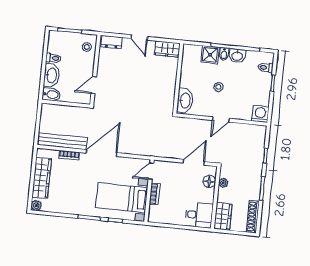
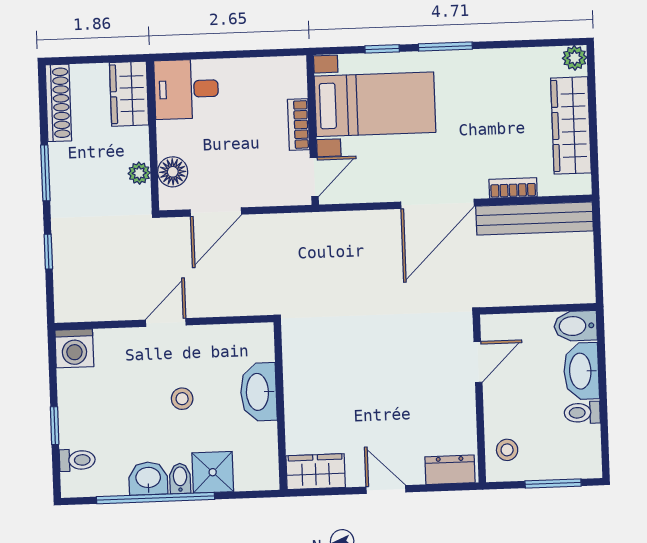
washbasin: (185, 101) -> (259, 392), moved

